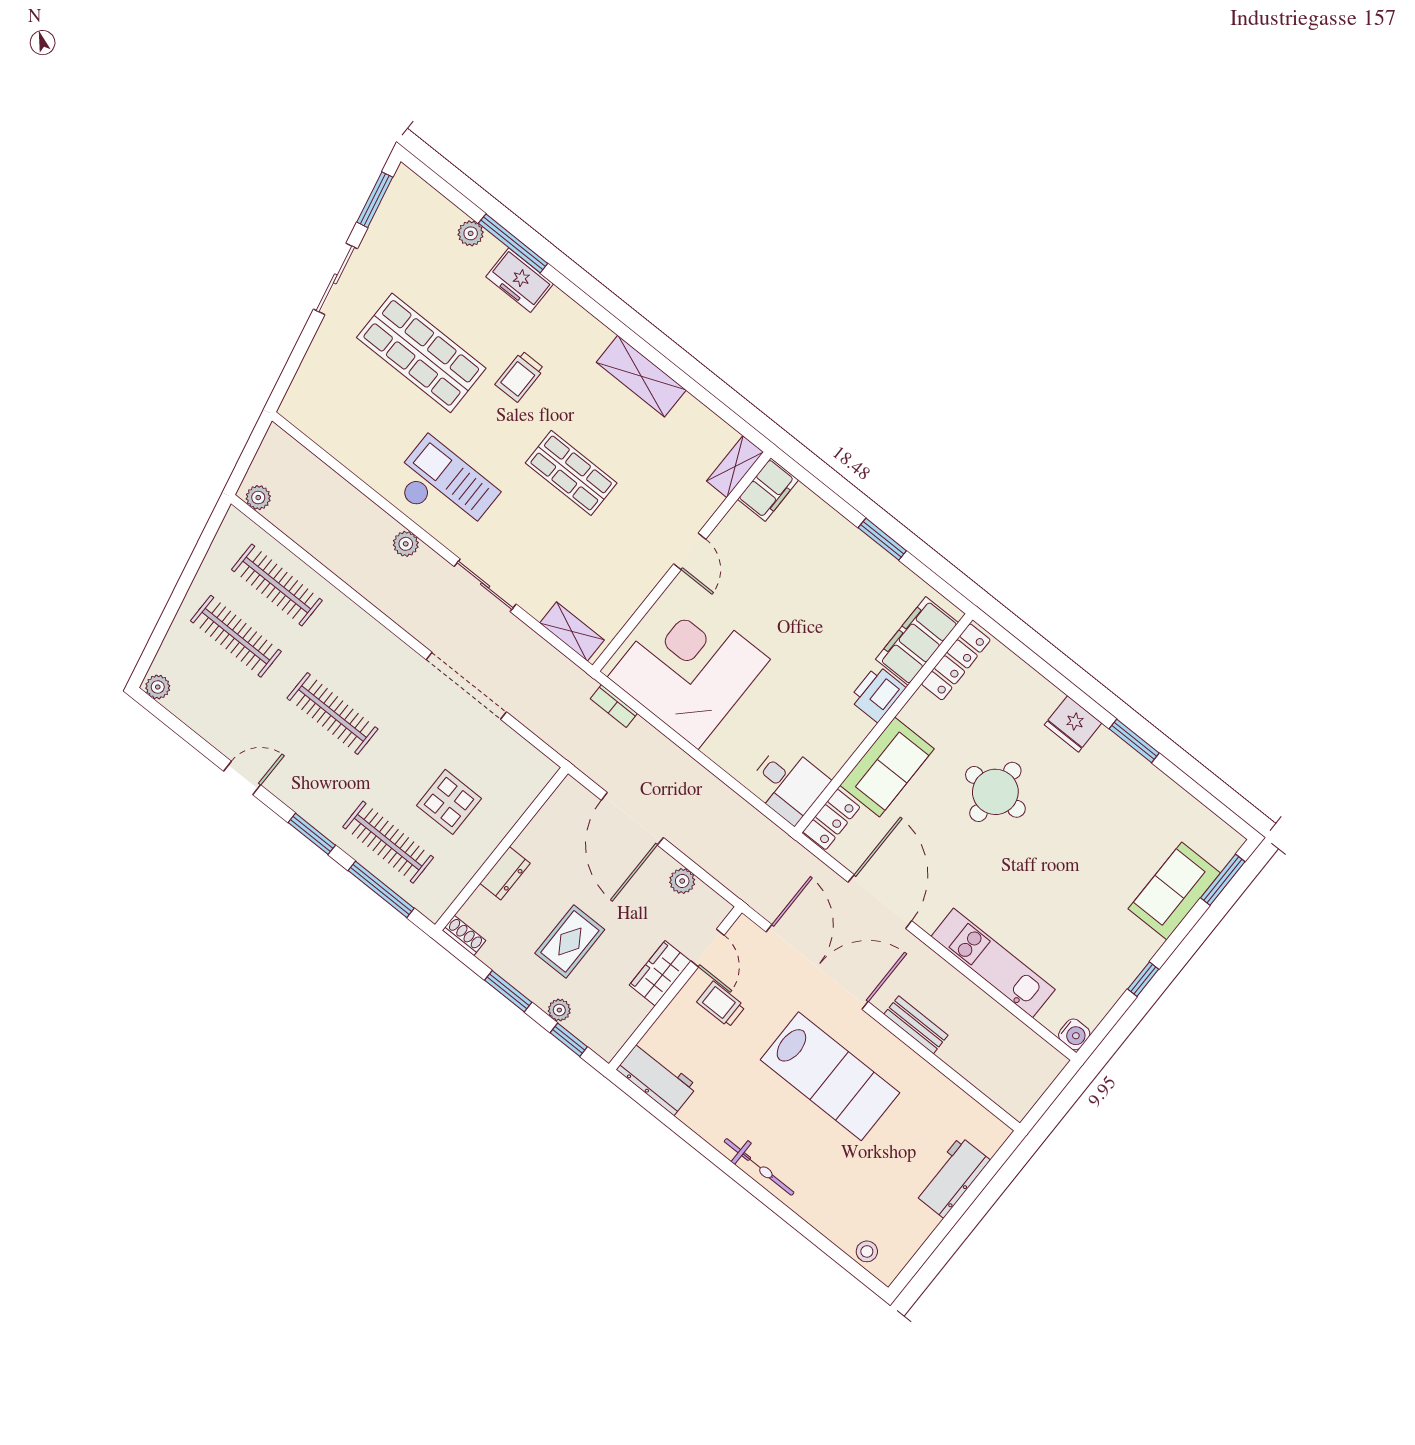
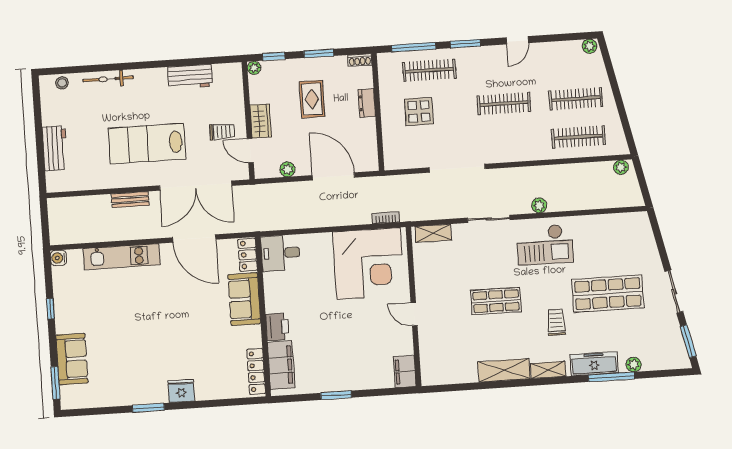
freezer: (520, 280) -> (594, 364), width x1.40
shelving: (735, 467) -> (548, 370), moved, turned 90
round table: (995, 792) -> (188, 331), removed
plant: (559, 1010) -> (254, 68), moved
workbench: (657, 1078) -> (190, 77), moved
bicycle: (759, 1167) -> (108, 79), moved

